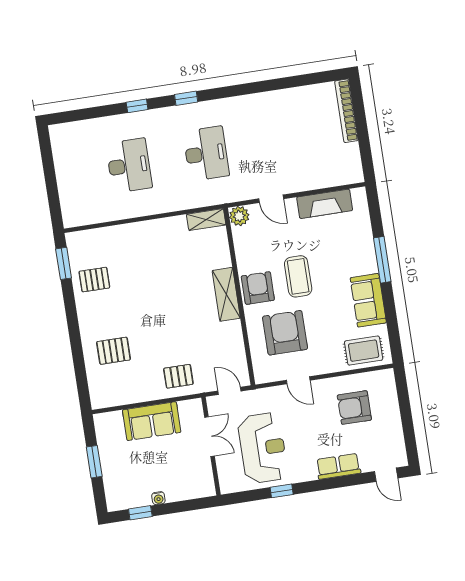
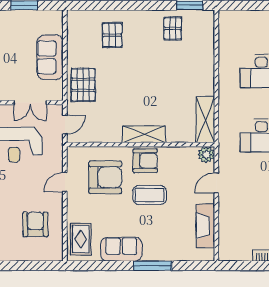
shelving: (206, 220) -> (205, 120), width x1.50, depth x1.33
pallet: (178, 376) -> (83, 85), width x1.50, depth x1.42

